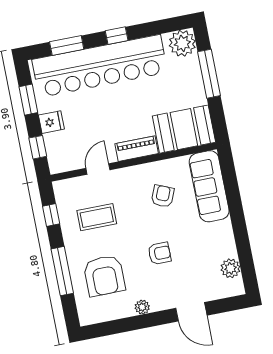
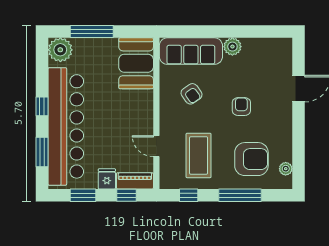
piano: (137, 149) -> (135, 181), moved, turned 90
armchair: (163, 196) -> (191, 94), turned -148
coffee table: (97, 217) -> (199, 155), width x1.36, depth x1.32
plant: (231, 268) -> (232, 47), moved
plant: (142, 307) -> (286, 169), moved

